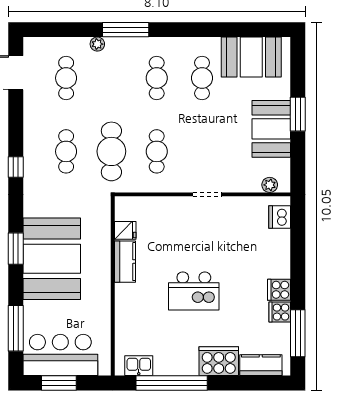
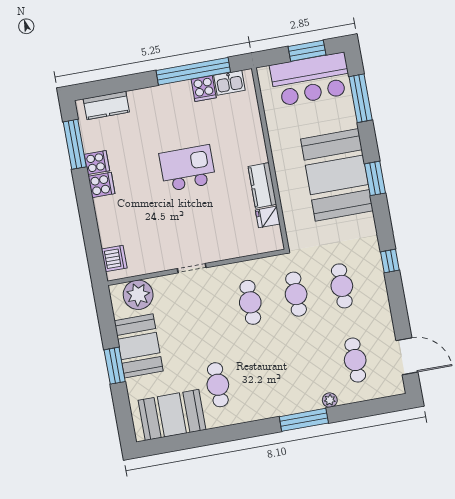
cafe table: (157, 78) -> (264, 377), removed
cafe table: (111, 151) -> (296, 294), width x0.73, depth x0.74
plant: (270, 185) -> (138, 295), width x1.88, depth x1.88
cooker: (219, 361) -> (204, 89), moved, width x0.53, depth x0.76

